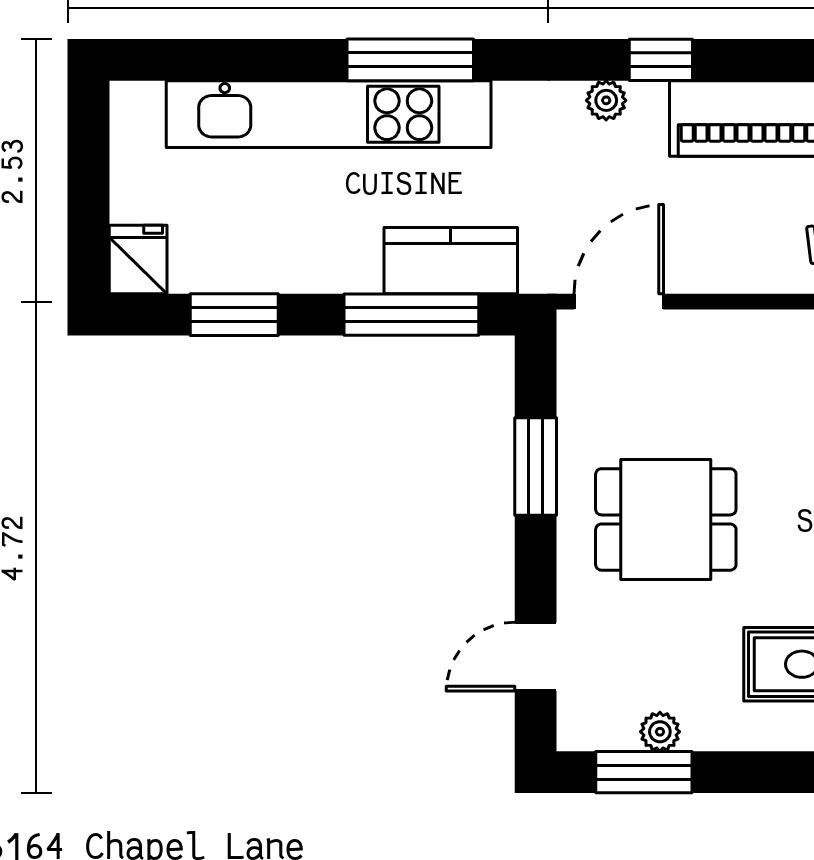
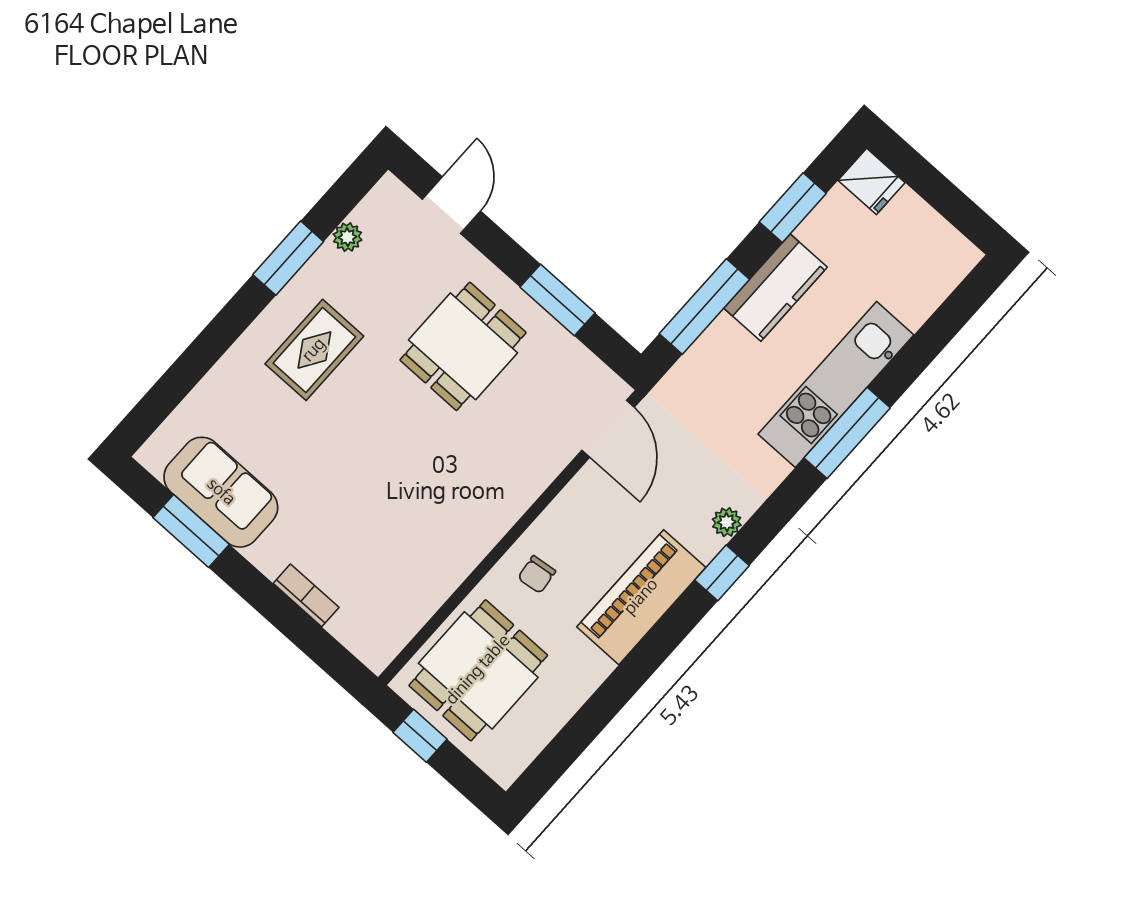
kitchen unit: (329, 114) -> (836, 384), width x0.73
kitchen counter: (451, 261) -> (775, 288), moved
window: (644, 772) -> (288, 258), moved

